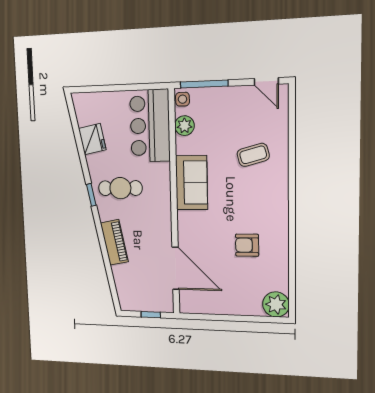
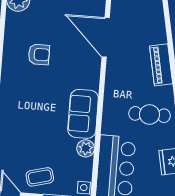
plant: (184, 126) -> (86, 148), moved
coffee table: (253, 155) -> (40, 177), moved

